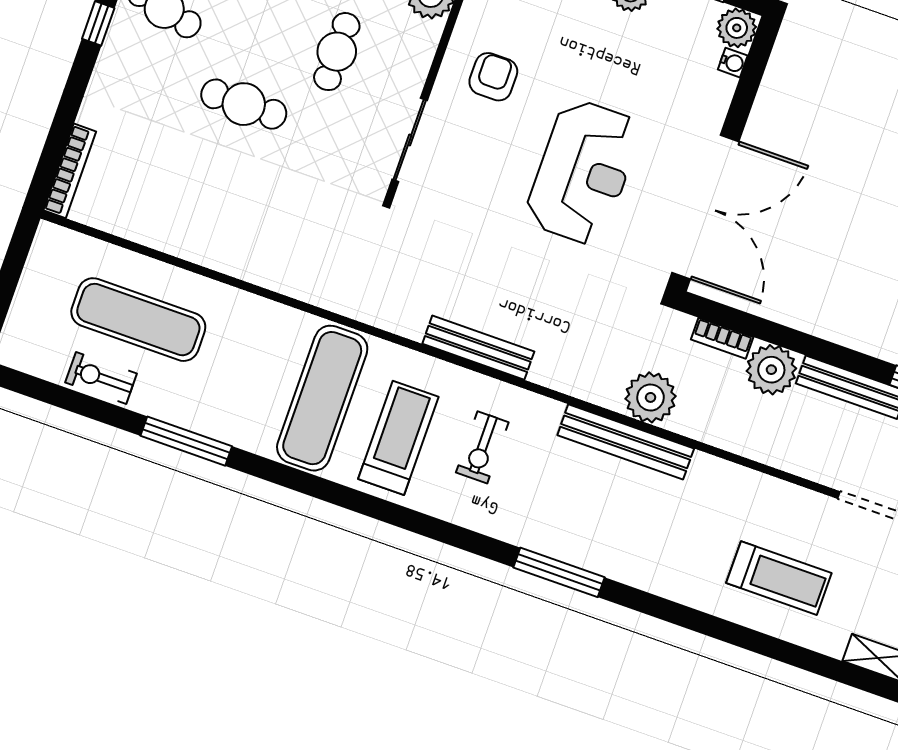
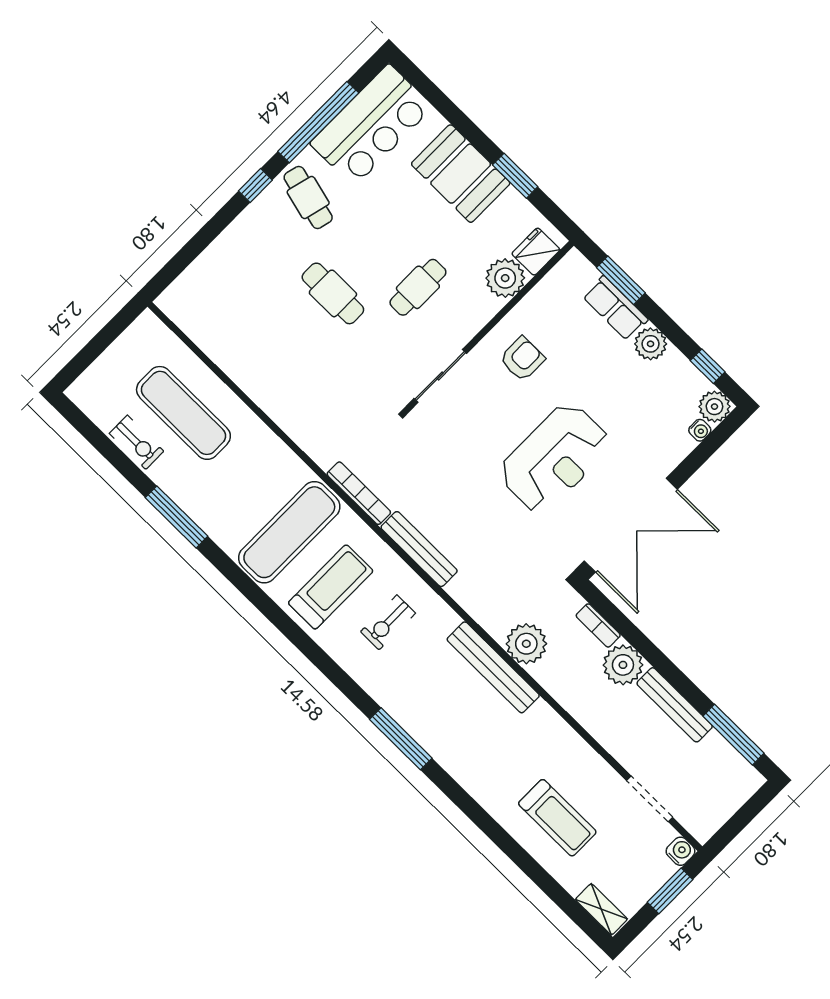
bookcase: (70, 171) -> (359, 493), moved, turned -90
exercise bike: (101, 378) -> (137, 442), turned 180

